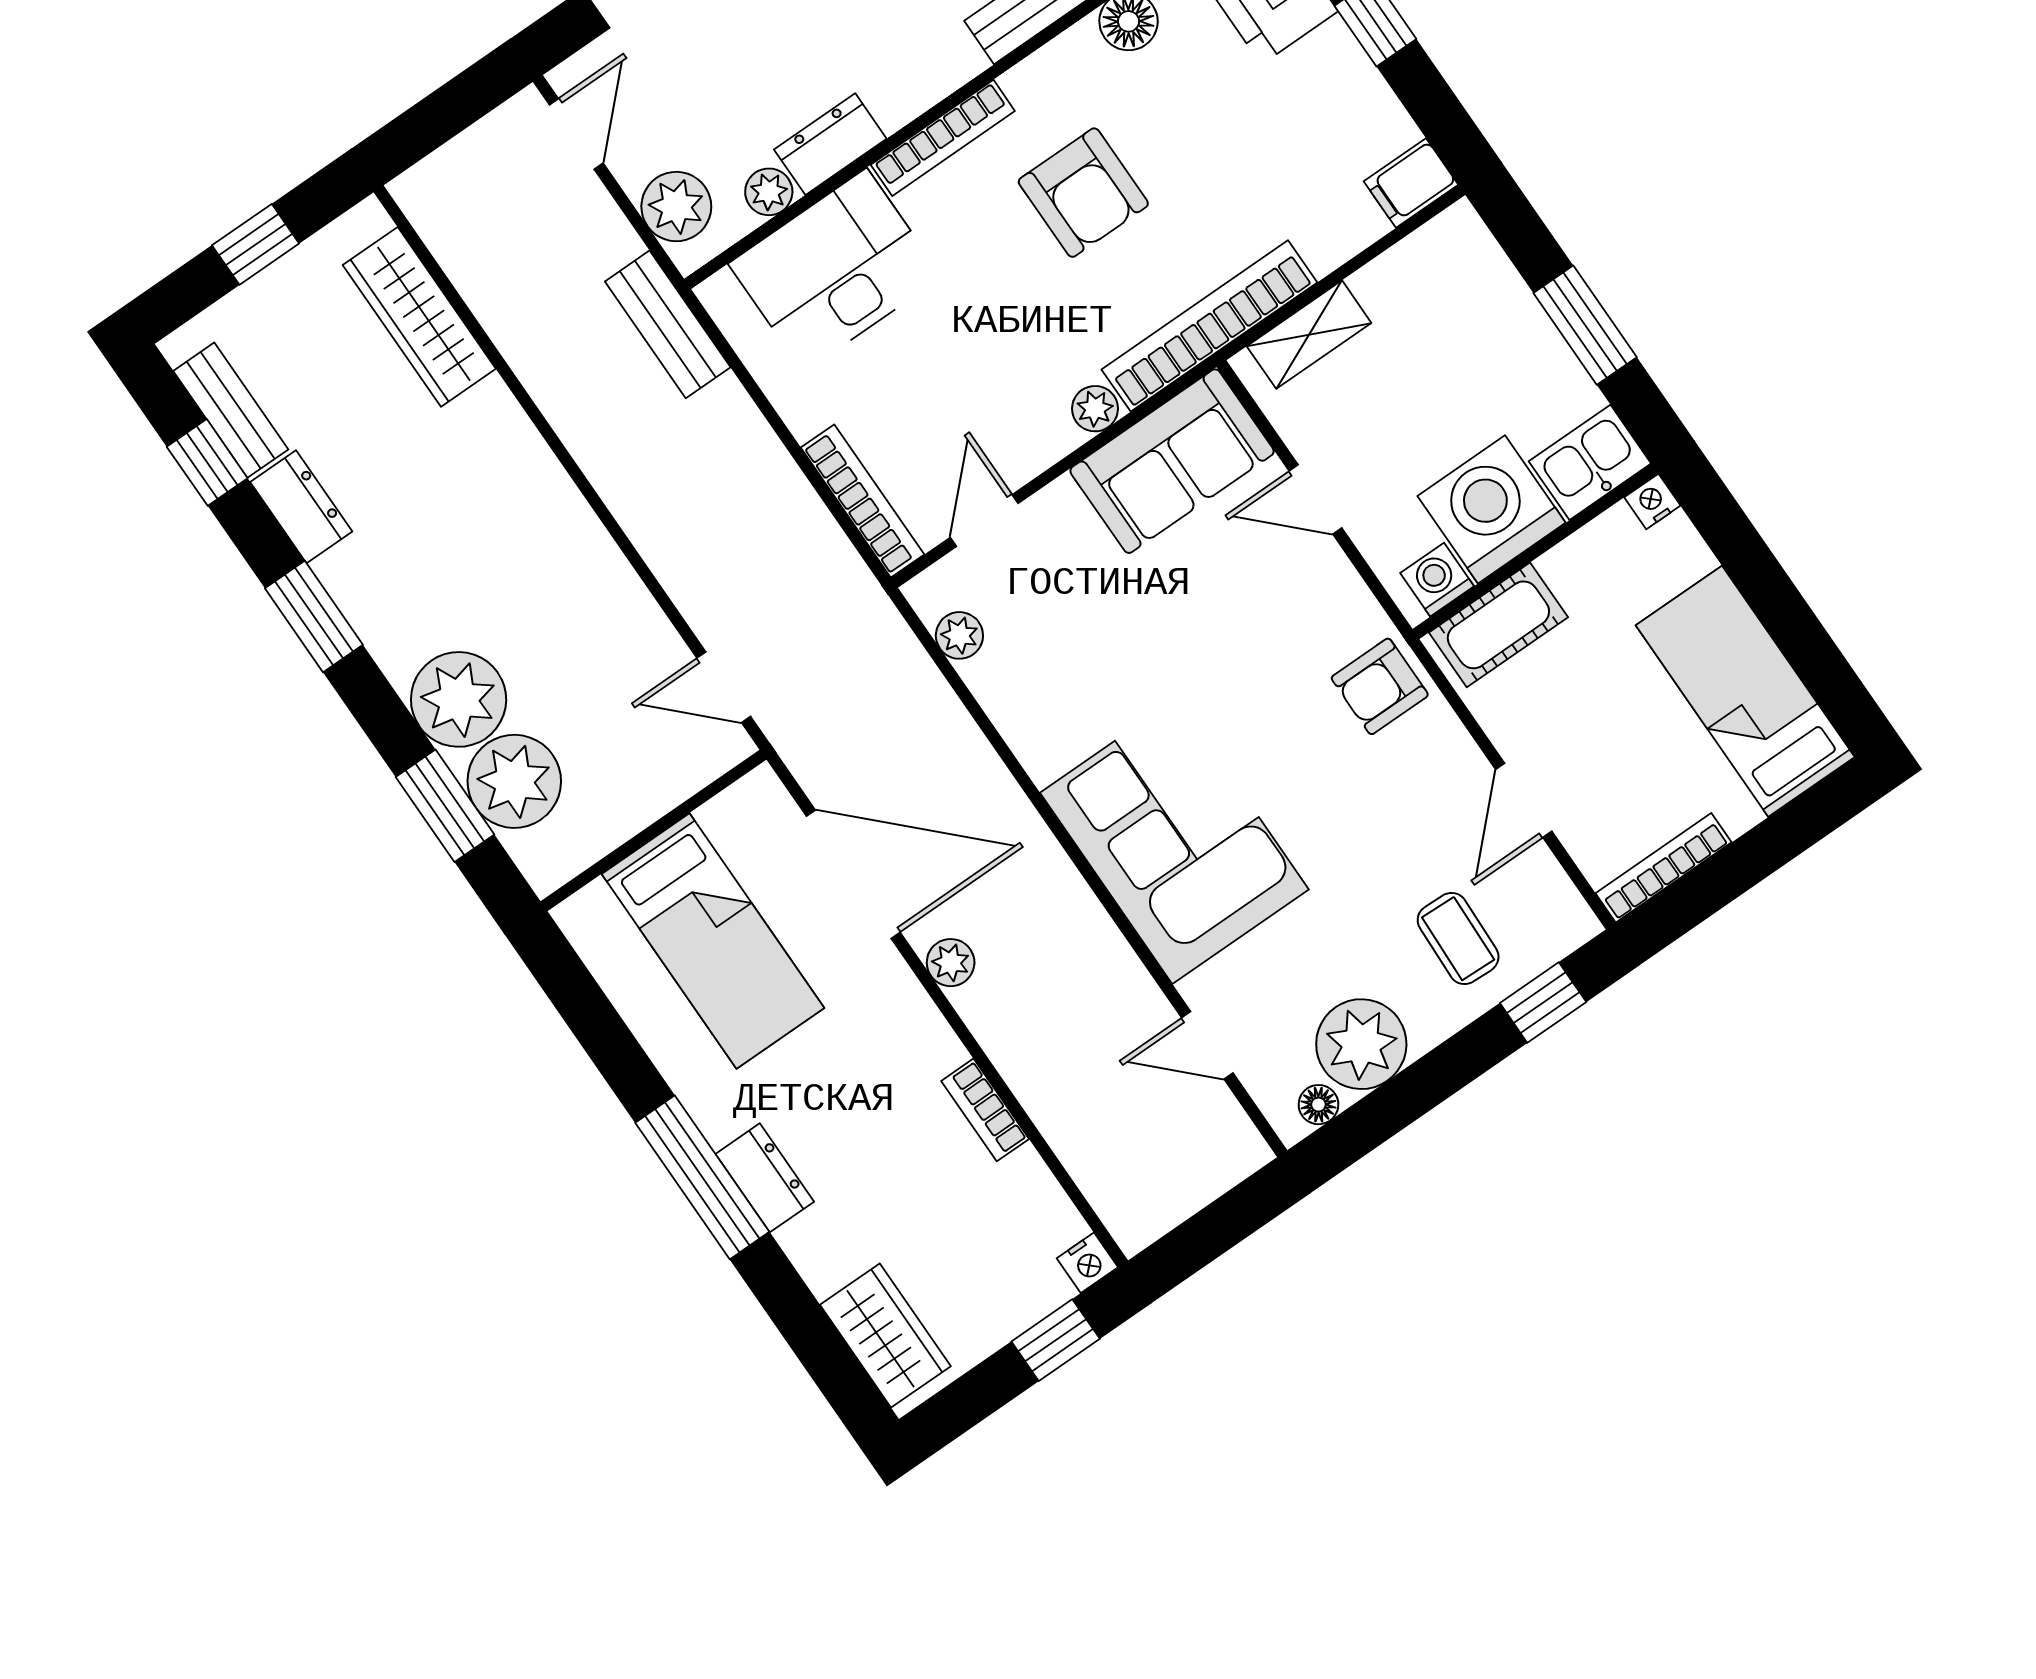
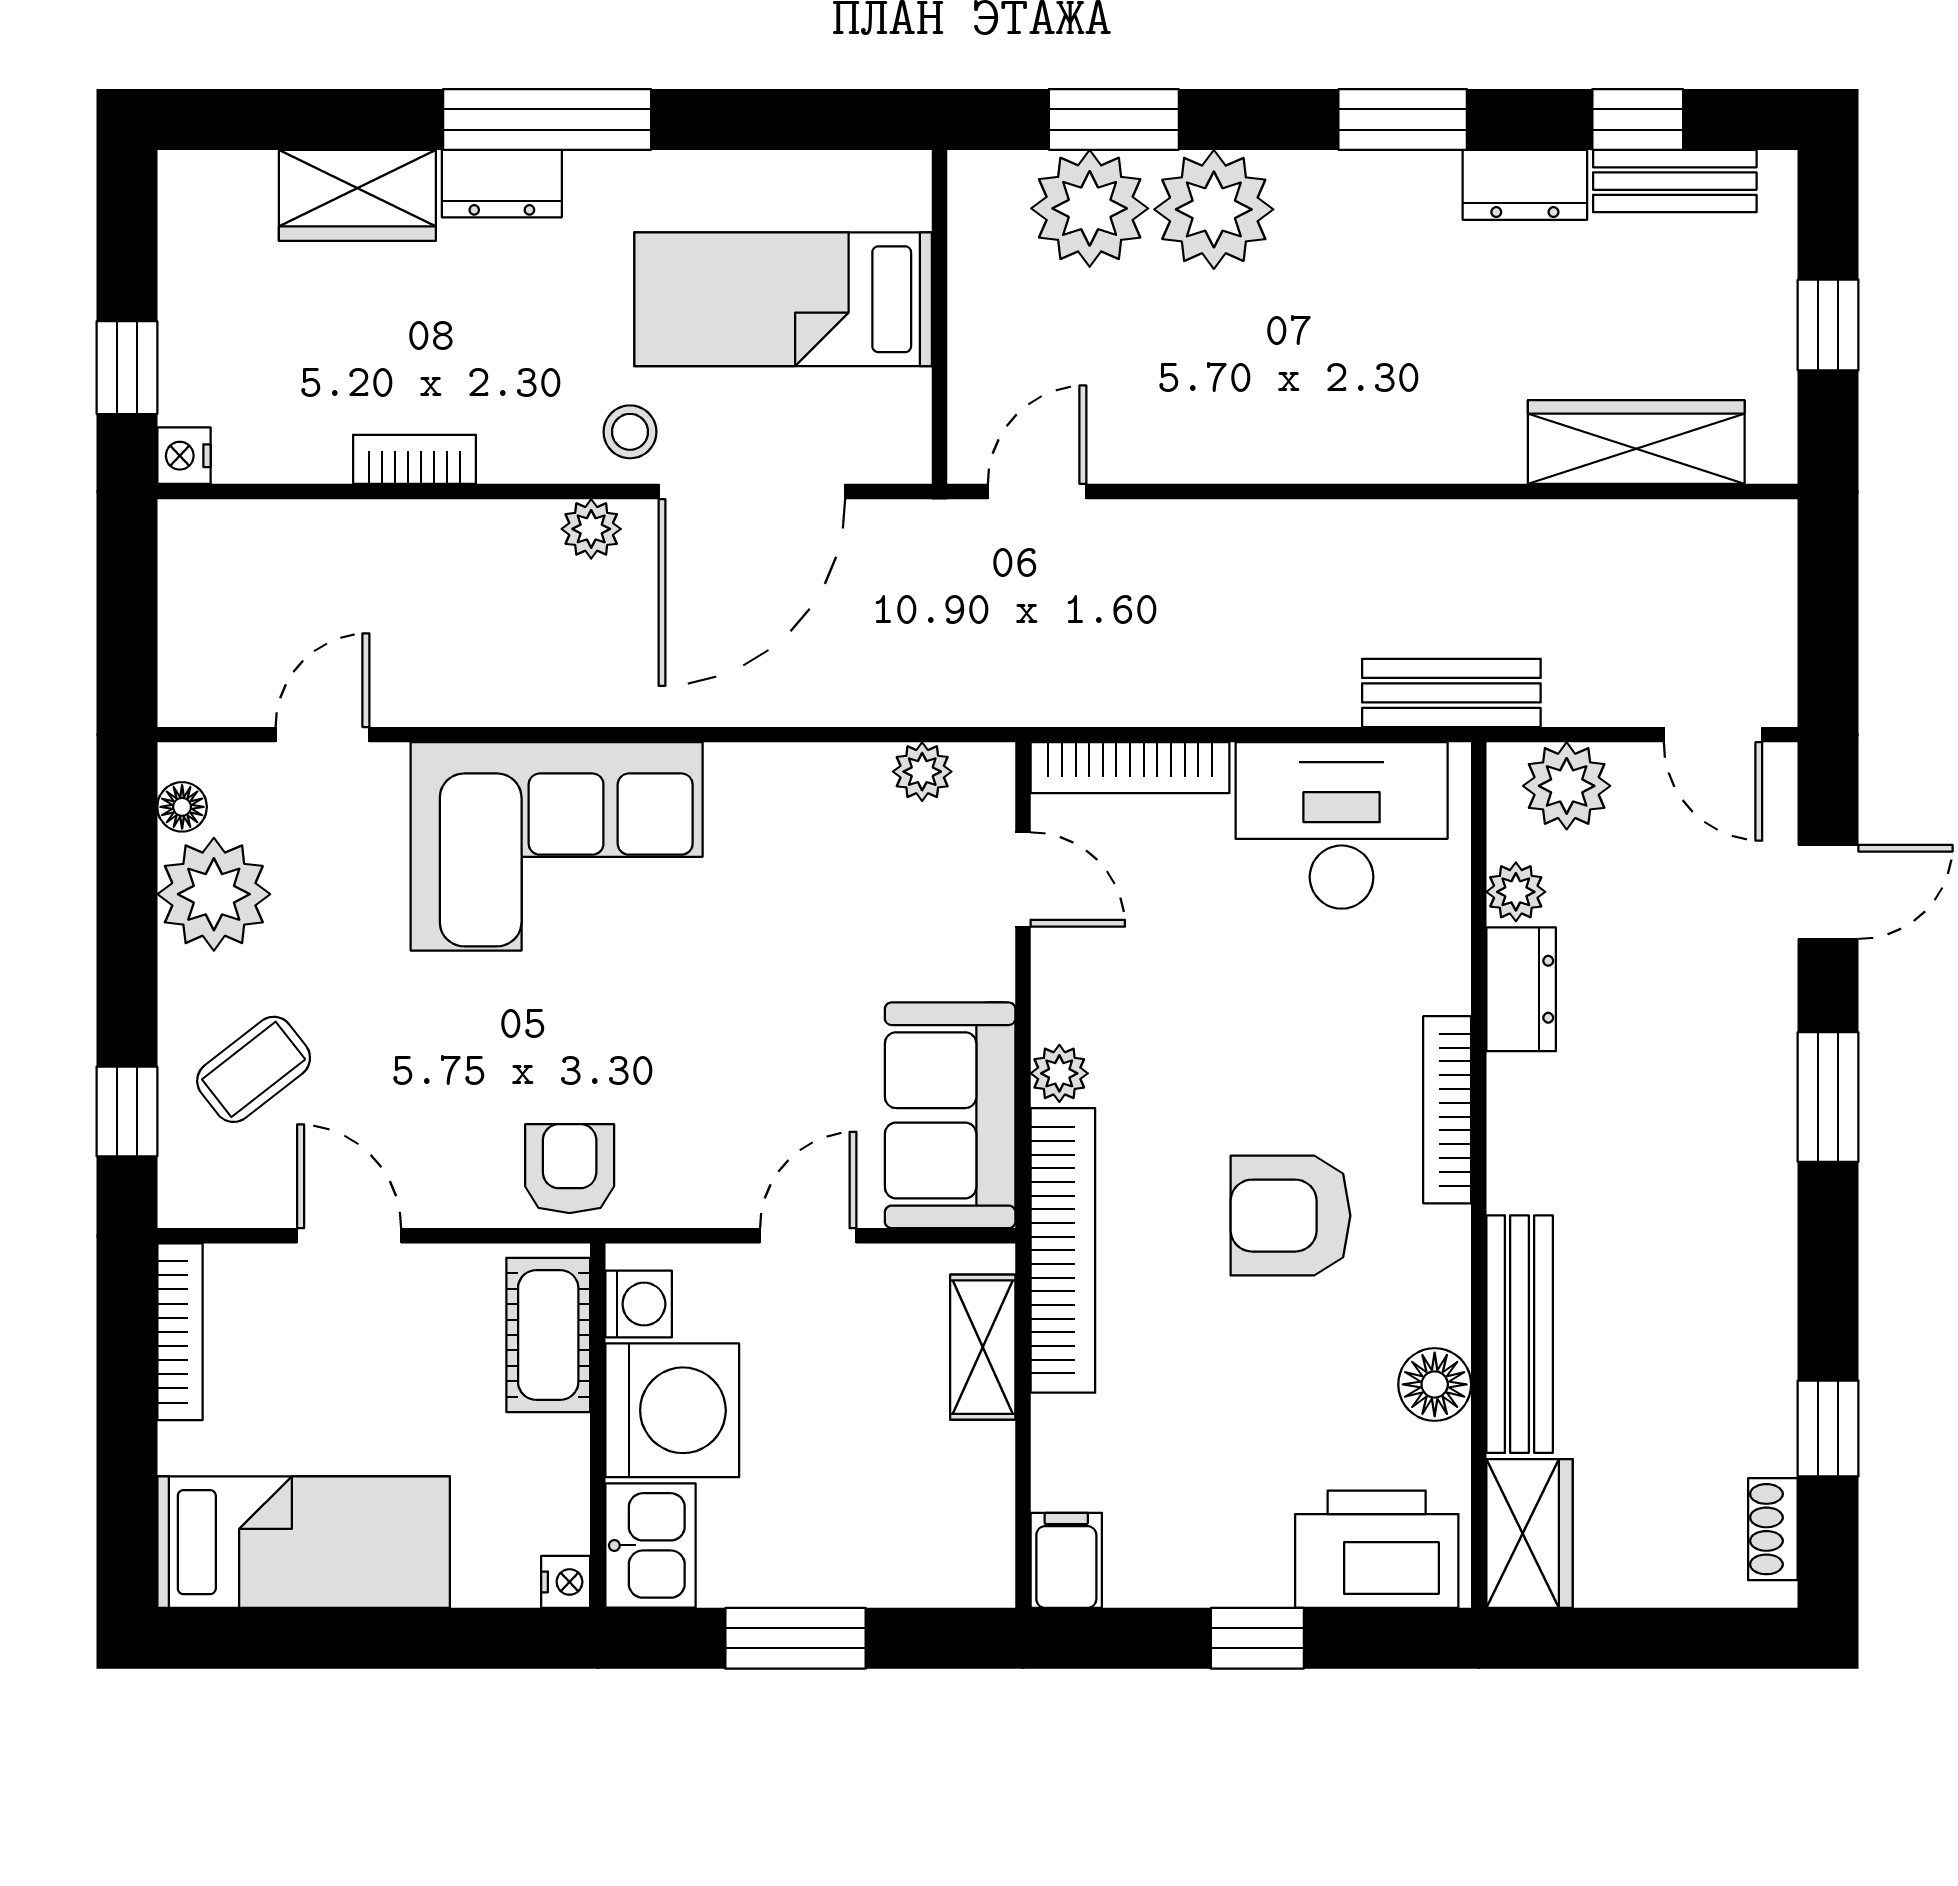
desk: (835, 270) -> (1342, 825), moved, turned -90
coffee table: (1458, 939) -> (254, 1069), turned -40
stool: (869, 981) -> (630, 432), added
wardrobe: (885, 1336) -> (357, 195), moved

